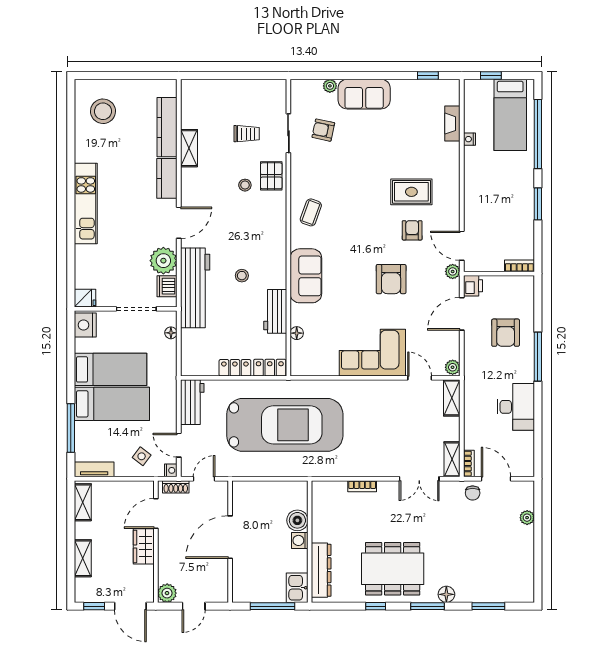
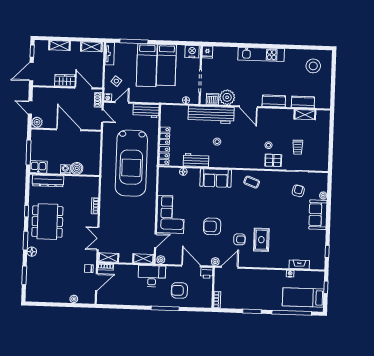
kitchen counter: (167, 127) -> (303, 102), width x0.67
shelving: (189, 148) -> (305, 115), moved
desk: (516, 407) -> (152, 276), moved, turned 180
plant: (167, 593) -> (37, 122), moved

